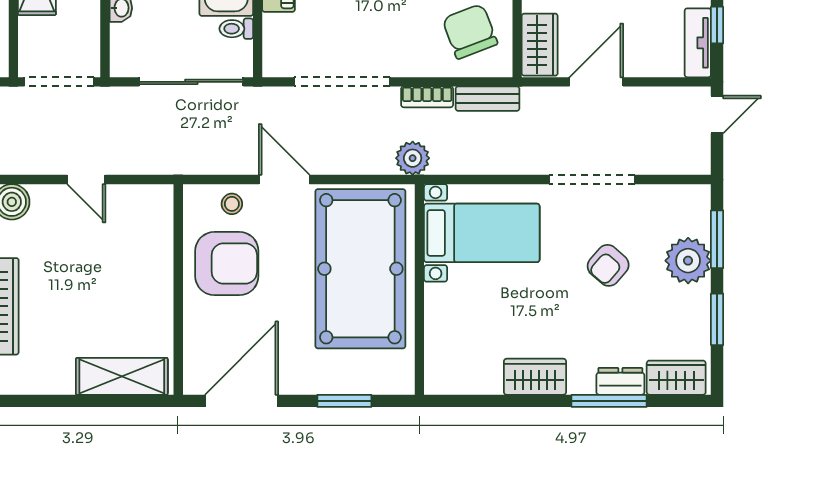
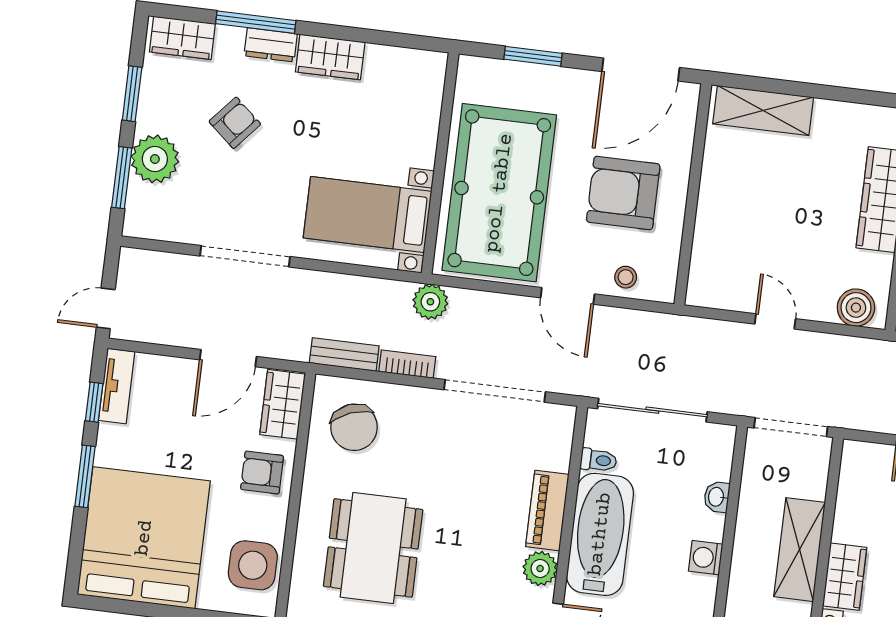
armchair: (227, 264) -> (623, 193), moved
armchair: (608, 265) -> (235, 123), moved
dresser: (620, 381) -> (271, 45), moved

